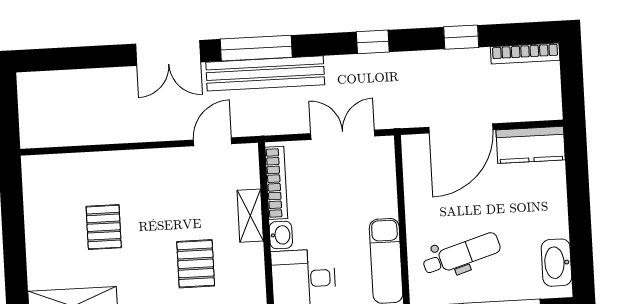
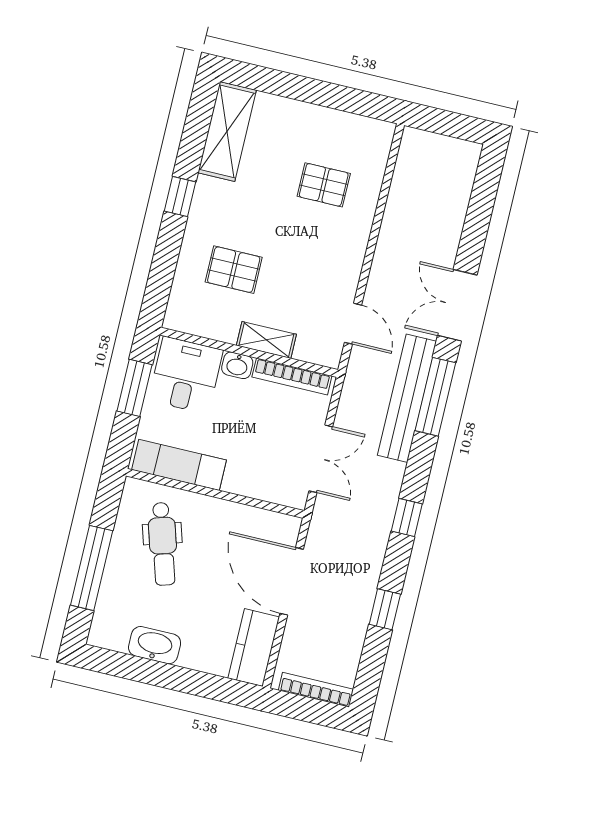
bookcase: (525, 54) -> (316, 690), moved, turned 90
pallet: (104, 227) -> (324, 185), moved
washbasin: (556, 263) -> (155, 645), moved

